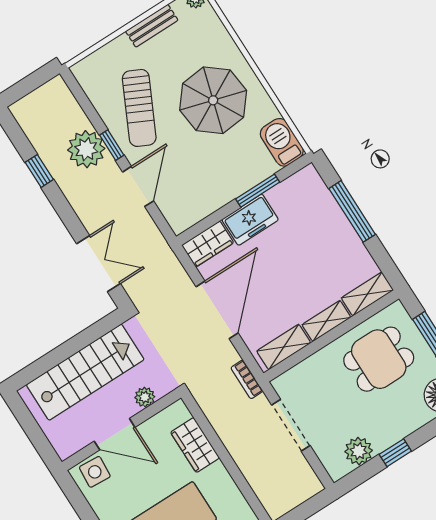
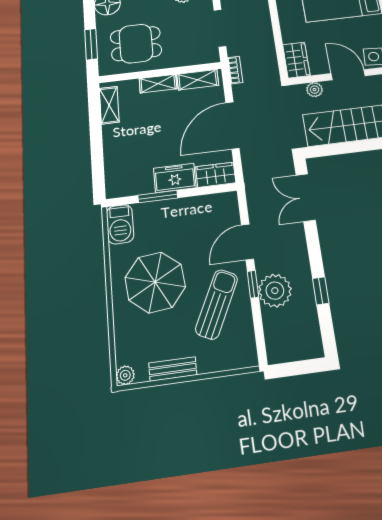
window: (352, 211) -> (97, 150), removed
shelving: (367, 294) -> (109, 105), moved, turned 90
wardrobe: (195, 445) -> (296, 60), moved

